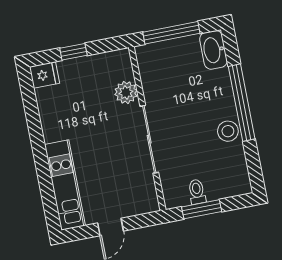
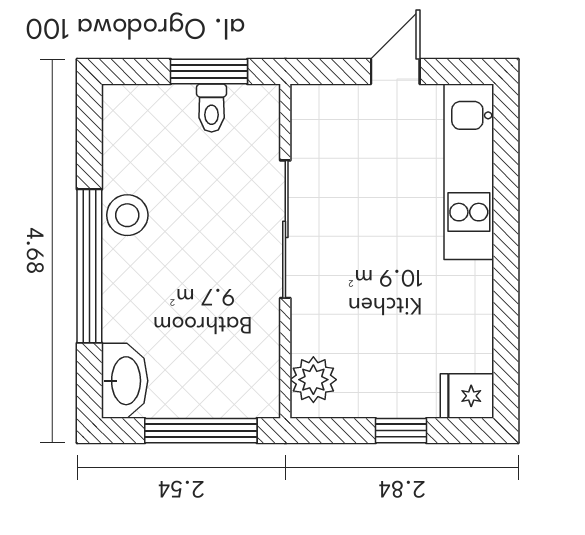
plant: (126, 93) -> (313, 380), moved

